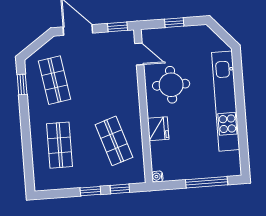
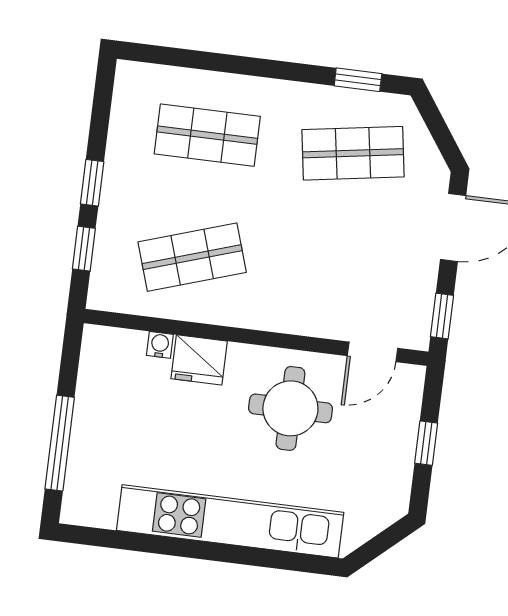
water cooler: (157, 177) -> (160, 345), moved

